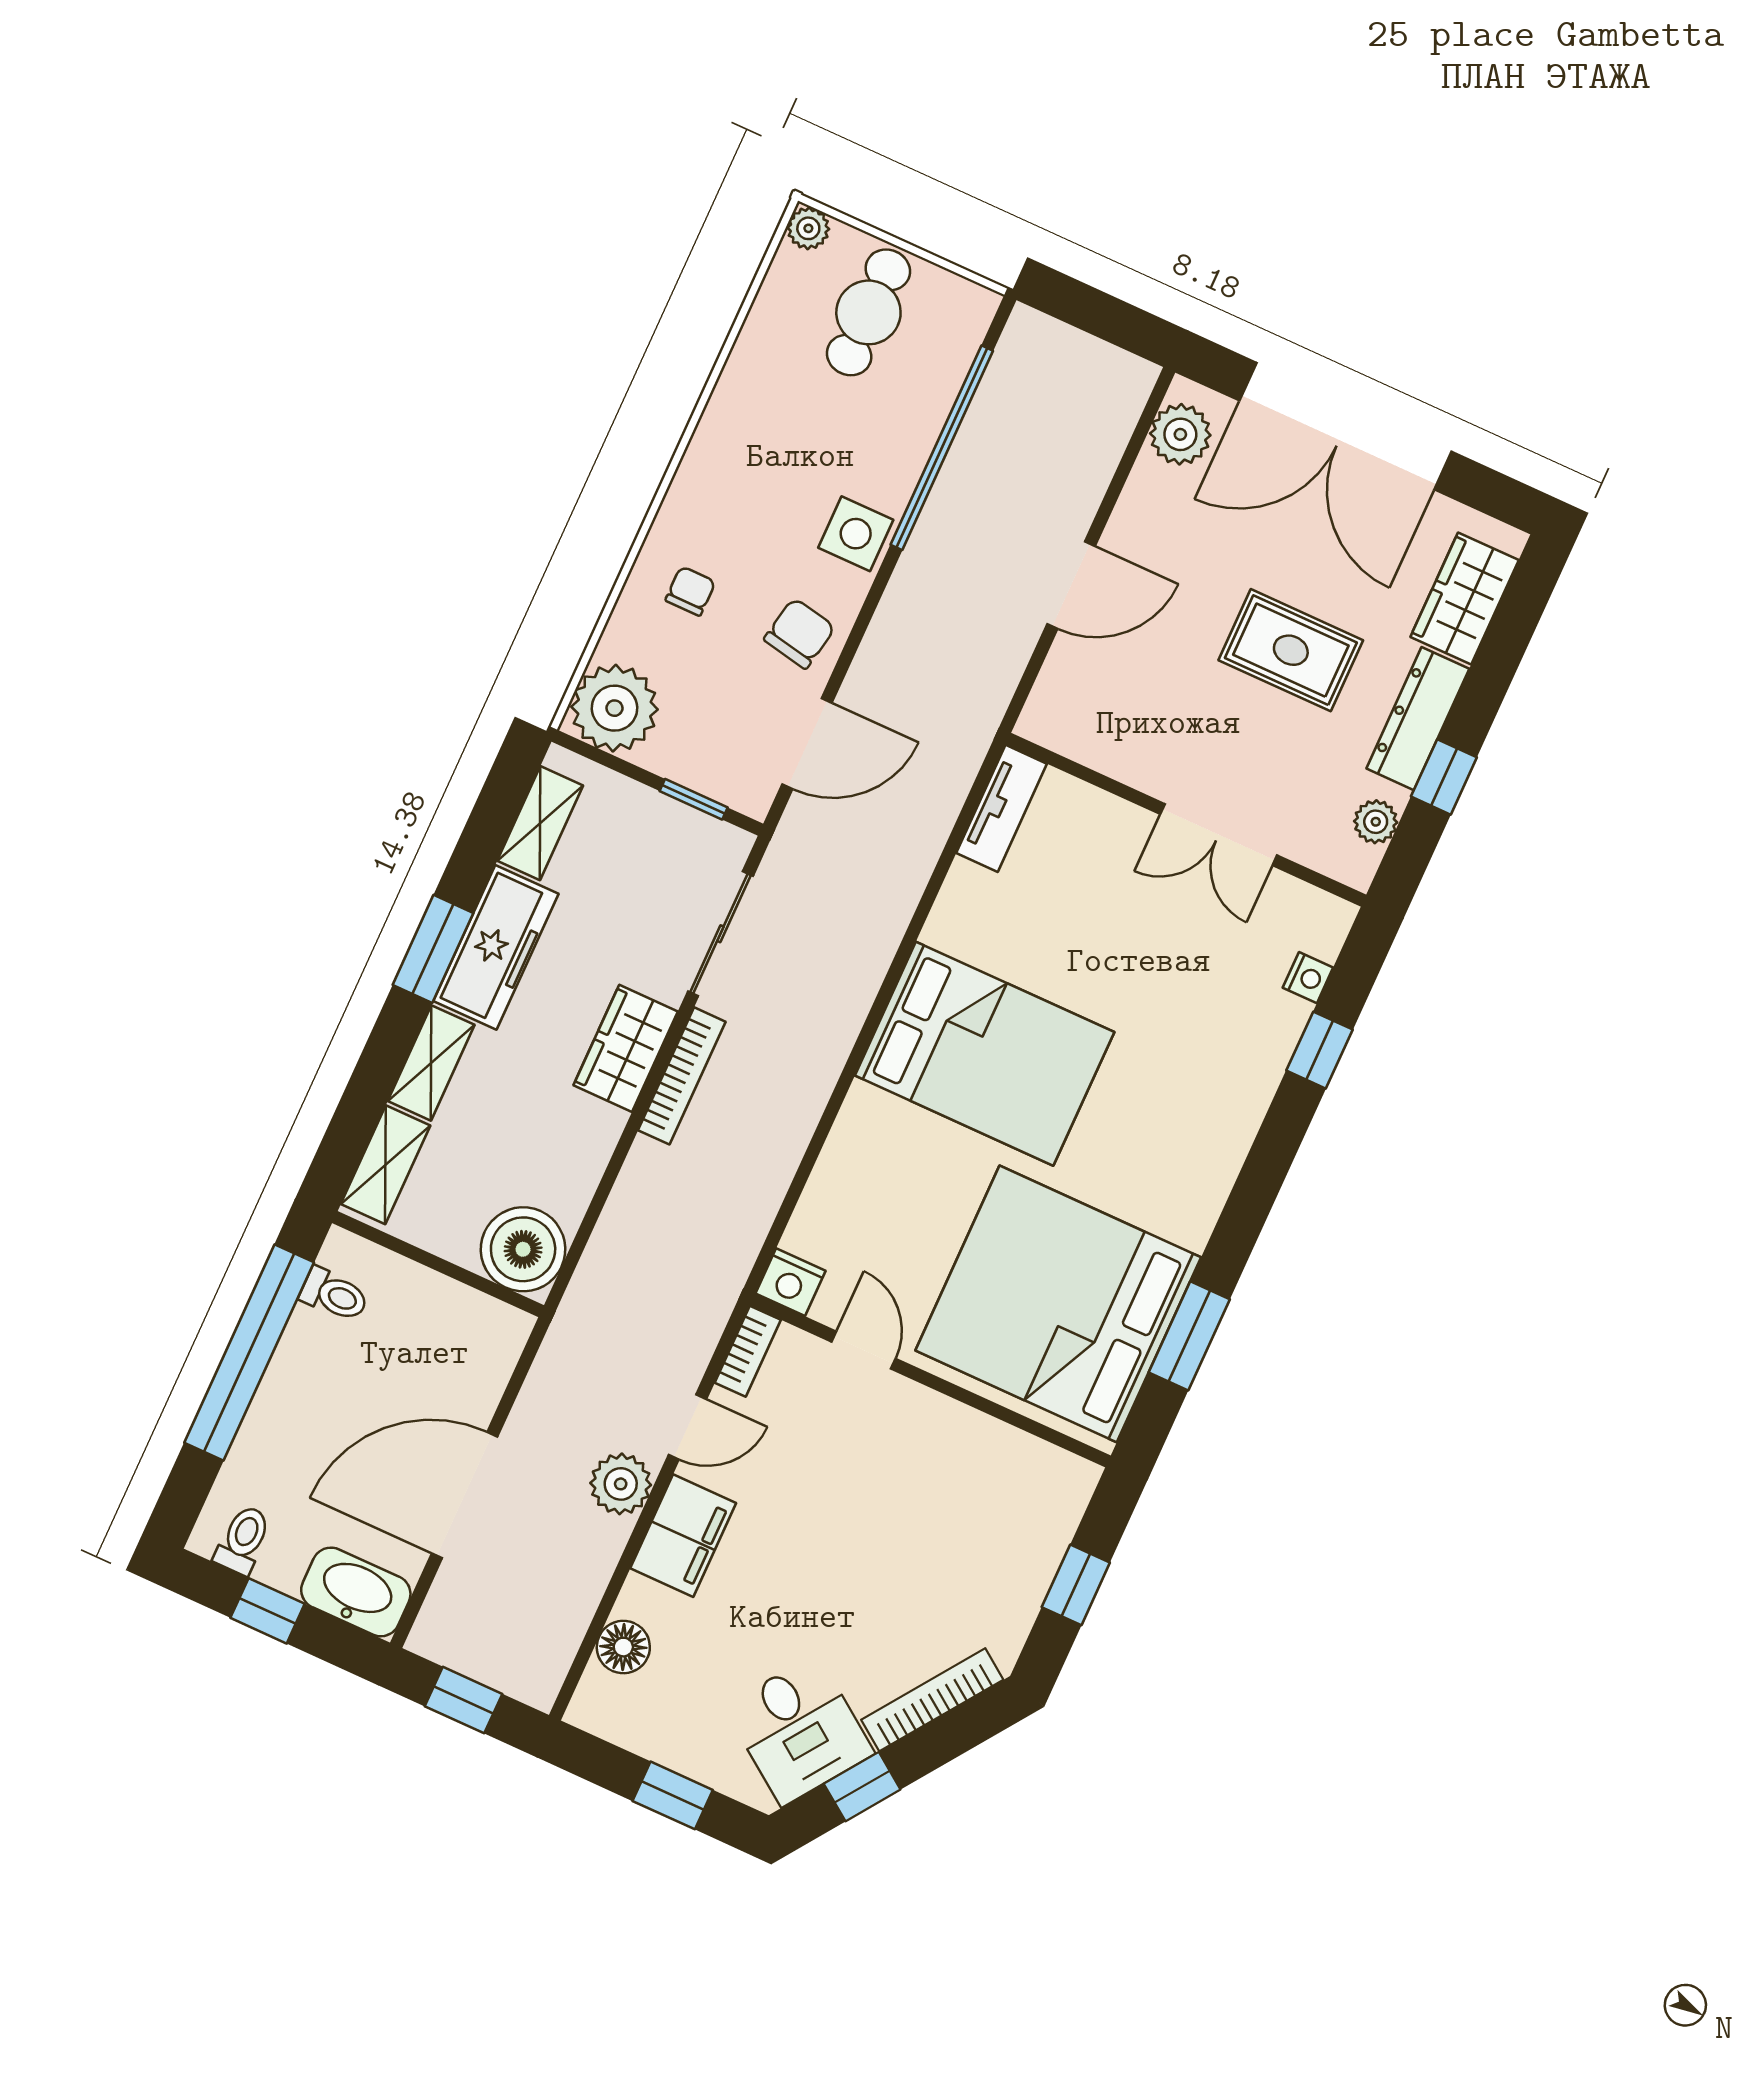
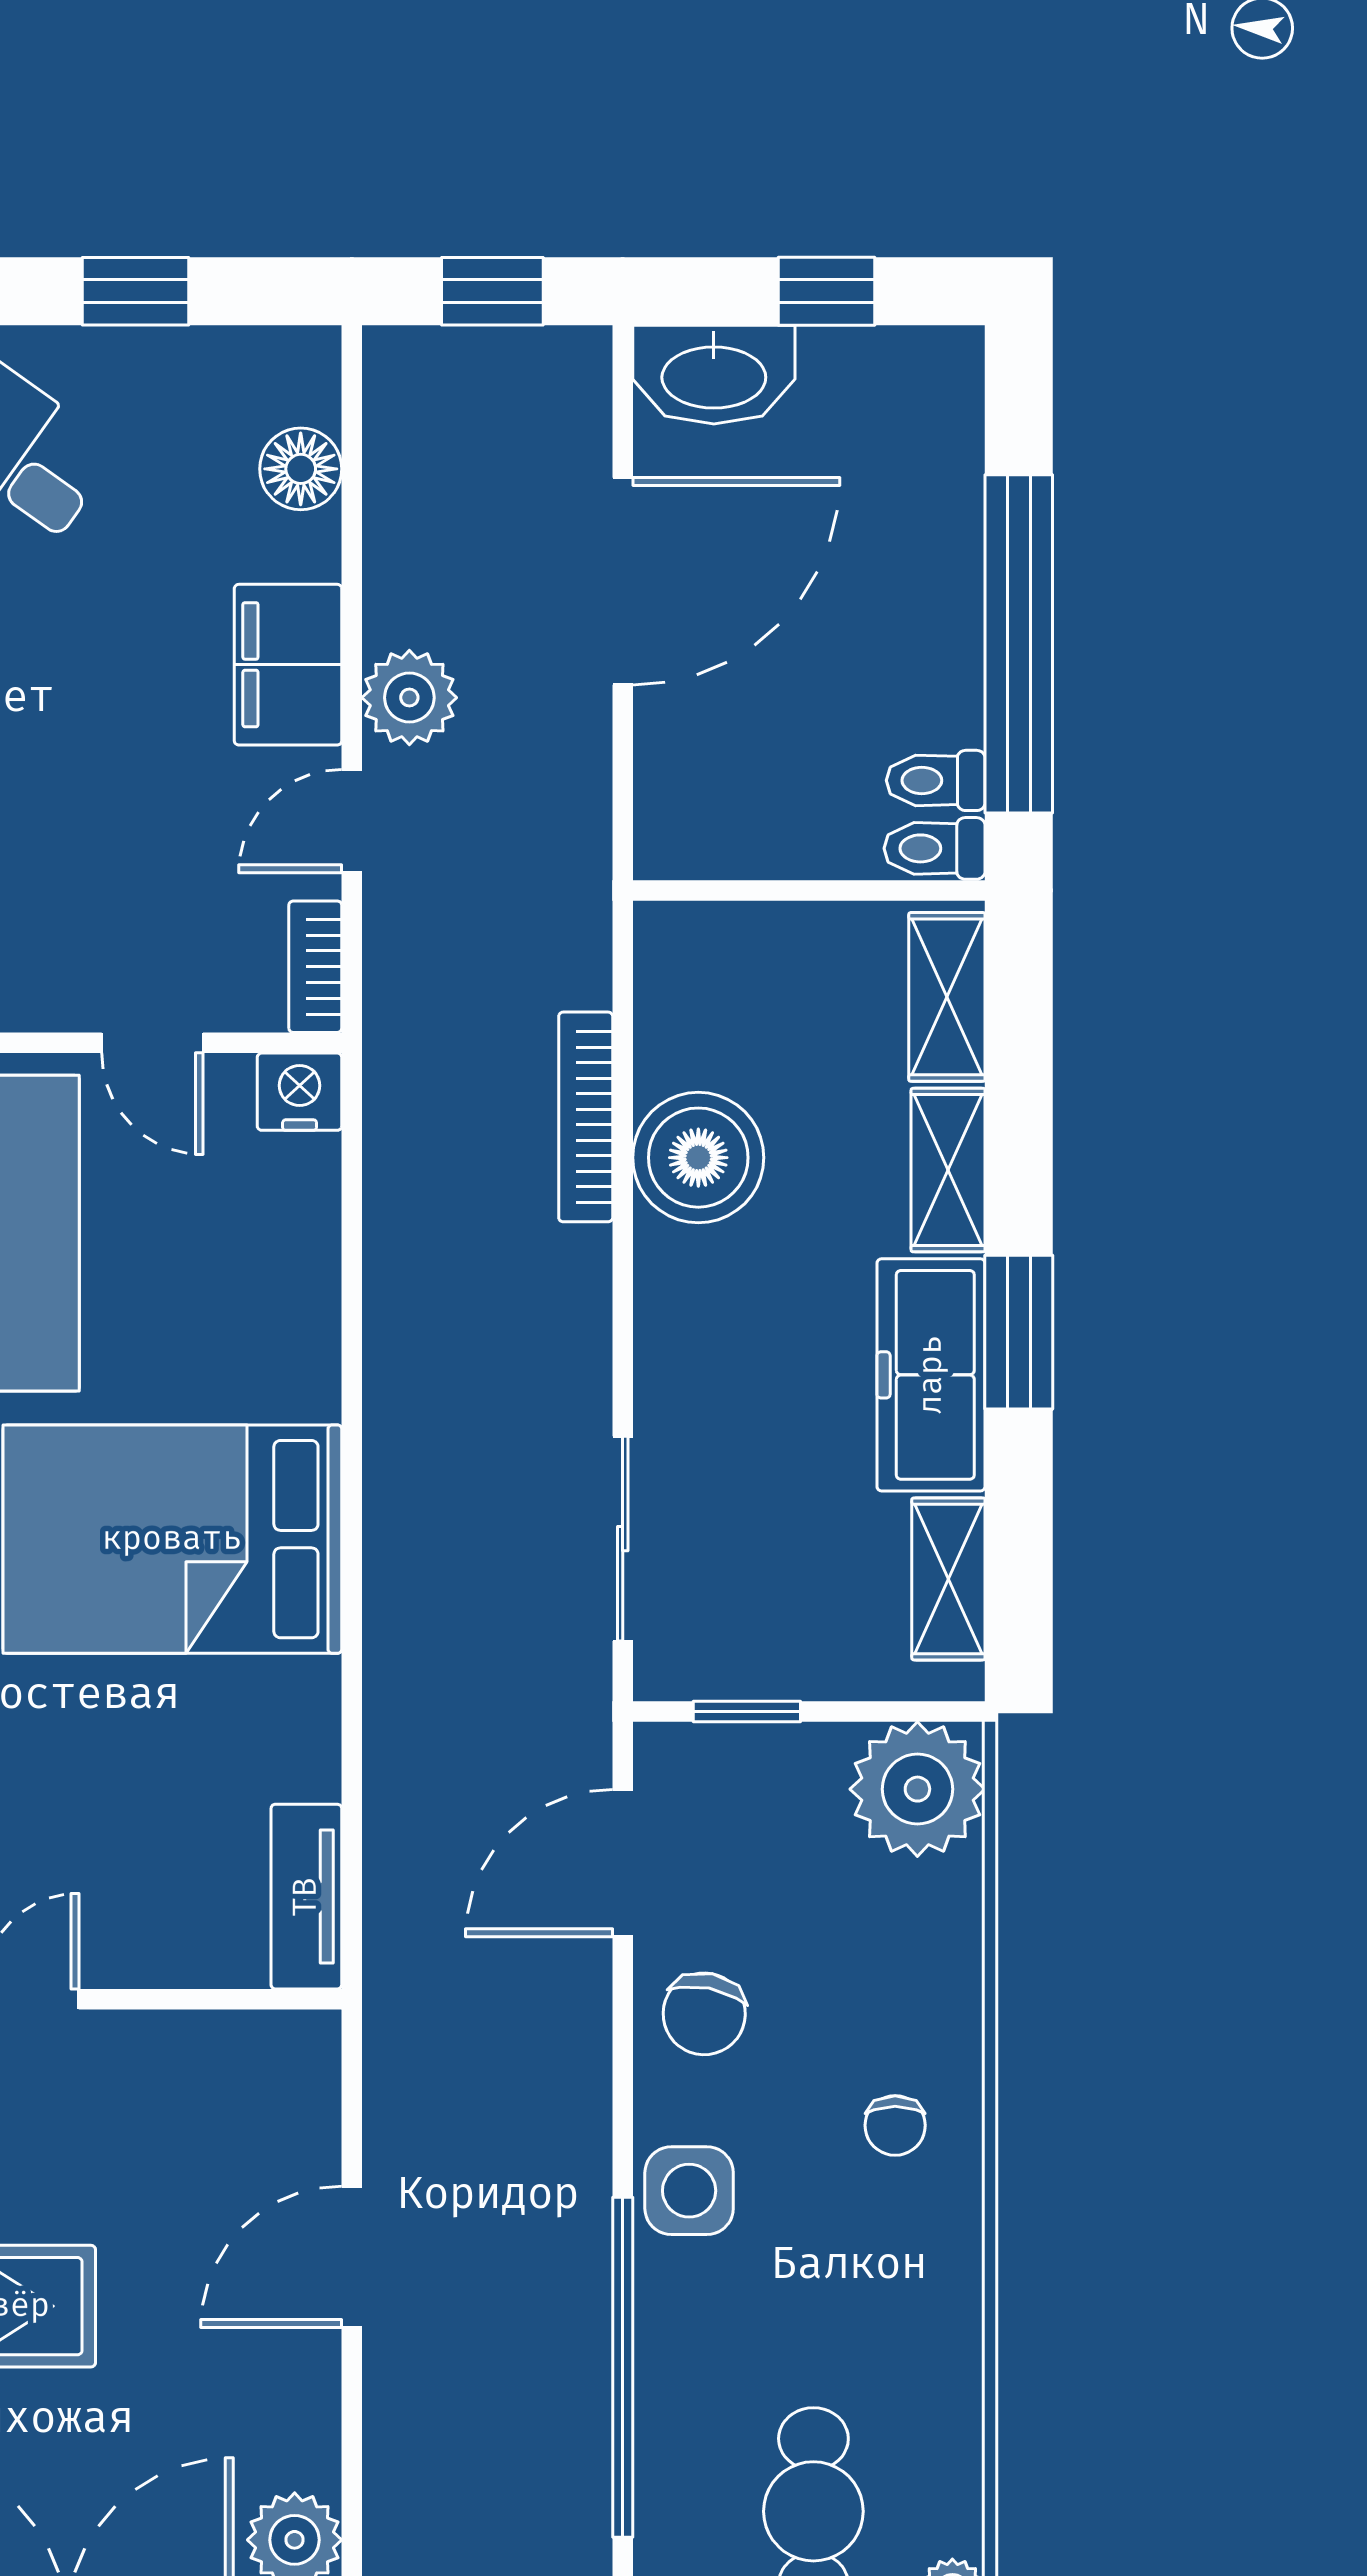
chair: (690, 591) -> (895, 2125), moved
wardrobe: (626, 1048) -> (683, 1316), removed
bookcase: (682, 1076) -> (586, 1117), moved
boiler: (523, 1249) -> (698, 1158), moved
toilet: (243, 1540) -> (935, 848), moved, turned 90

